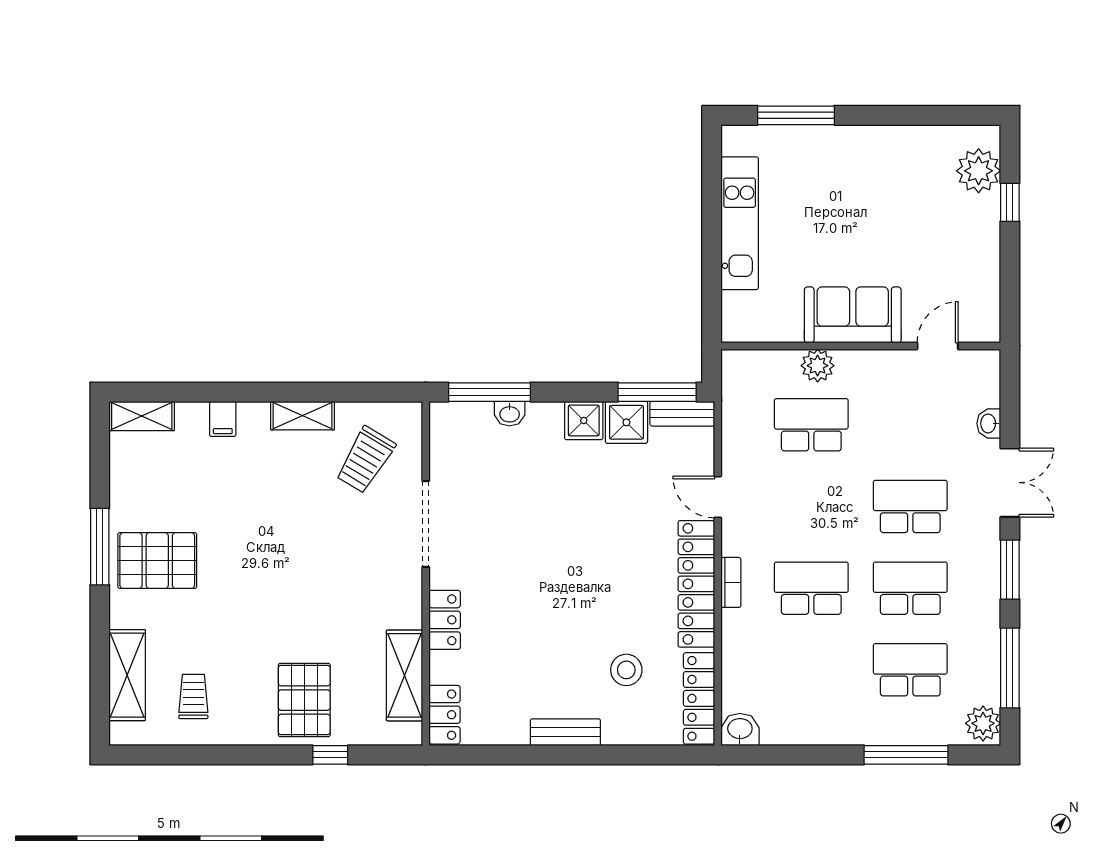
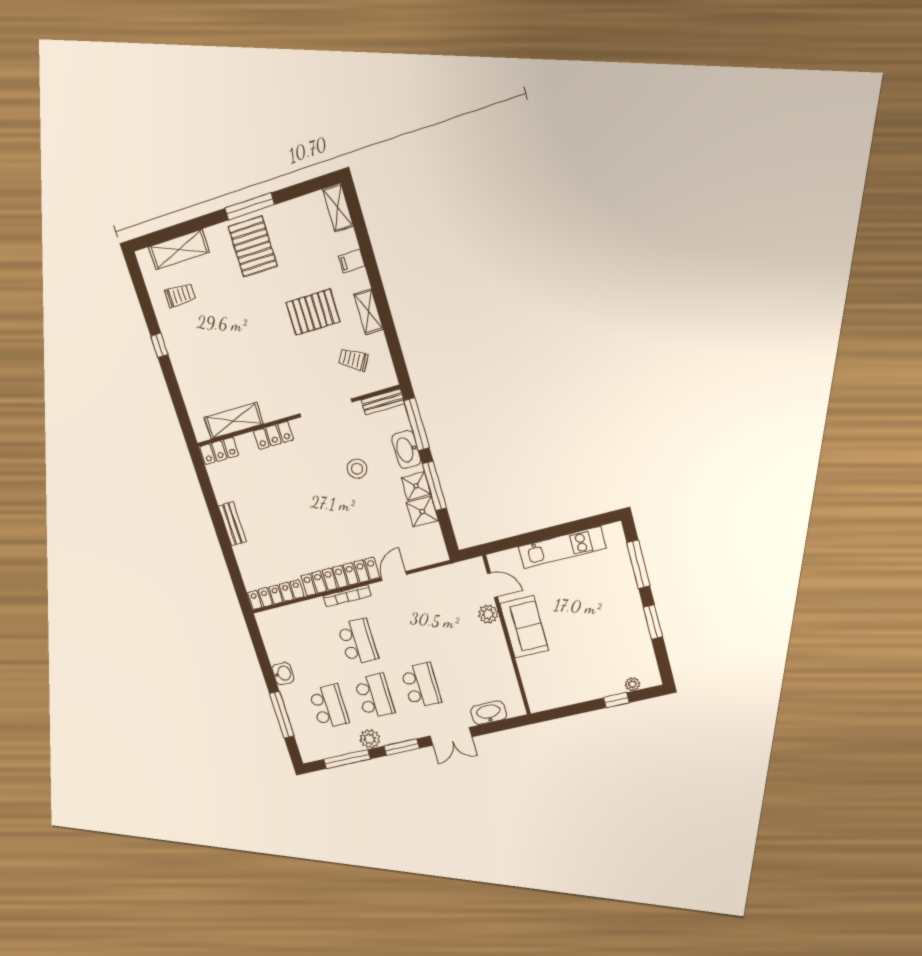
window: (894, 115) -> (653, 622), added
plant: (979, 171) -> (633, 684), width x0.53, depth x0.53
door: (938, 346) -> (492, 585), moved
window: (657, 392) -> (434, 486), moved
washbasin: (510, 414) -> (406, 450), width x1.91, depth x1.45
bench: (682, 414) -> (383, 402), moved, turned 90
washbasin: (989, 423) -> (489, 713), width x1.91, depth x1.45
school desk: (811, 425) -> (452, 619), removed
trolley: (365, 460) -> (353, 359), width x0.73, depth x0.72
bookcase: (731, 582) -> (347, 596), width x1.56
stool: (626, 670) -> (357, 469), moved
pallet: (304, 700) -> (313, 312), moved
plant: (983, 723) -> (370, 739), moved
washbasin: (740, 730) -> (283, 674), moved
window: (330, 755) -> (159, 345), moved

